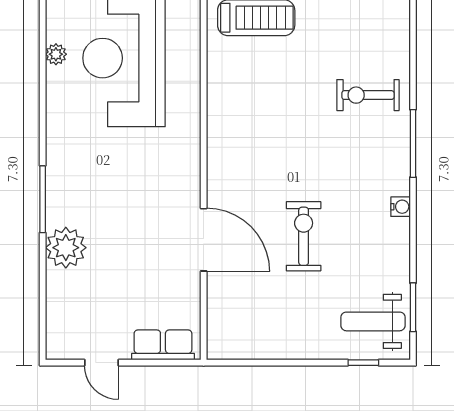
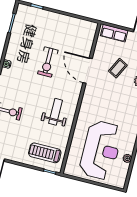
coffee table: (133, 264) -> (118, 68), added
weight bench: (373, 321) -> (56, 112), moved, turned -90

